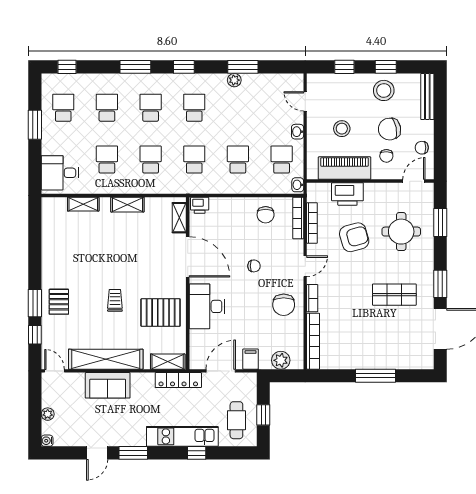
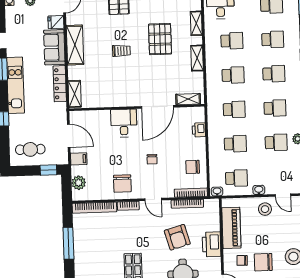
door: (305, 101) -> (283, 195), swing flipped
school desk: (238, 108) -> (276, 142), added
stool: (342, 129) -> (265, 209), moved
chair: (389, 129) -> (263, 262), turned -79
printer: (347, 194) -> (212, 244), moved
printer: (200, 205) -> (199, 130), moved
chair: (284, 305) -> (122, 184), turned -90
desk: (207, 306) -> (124, 123), width x0.73
pallet: (161, 313) -> (160, 39), moved
shelving: (106, 359) -> (75, 45), width x0.68
window: (376, 376) -> (68, 243), moved
locker: (178, 380) -> (60, 84), moved
fridge: (76, 382) -> (56, 22), added
window: (263, 415) -> (48, 170), moved
kitchen unit: (182, 436) -> (15, 85), moved

